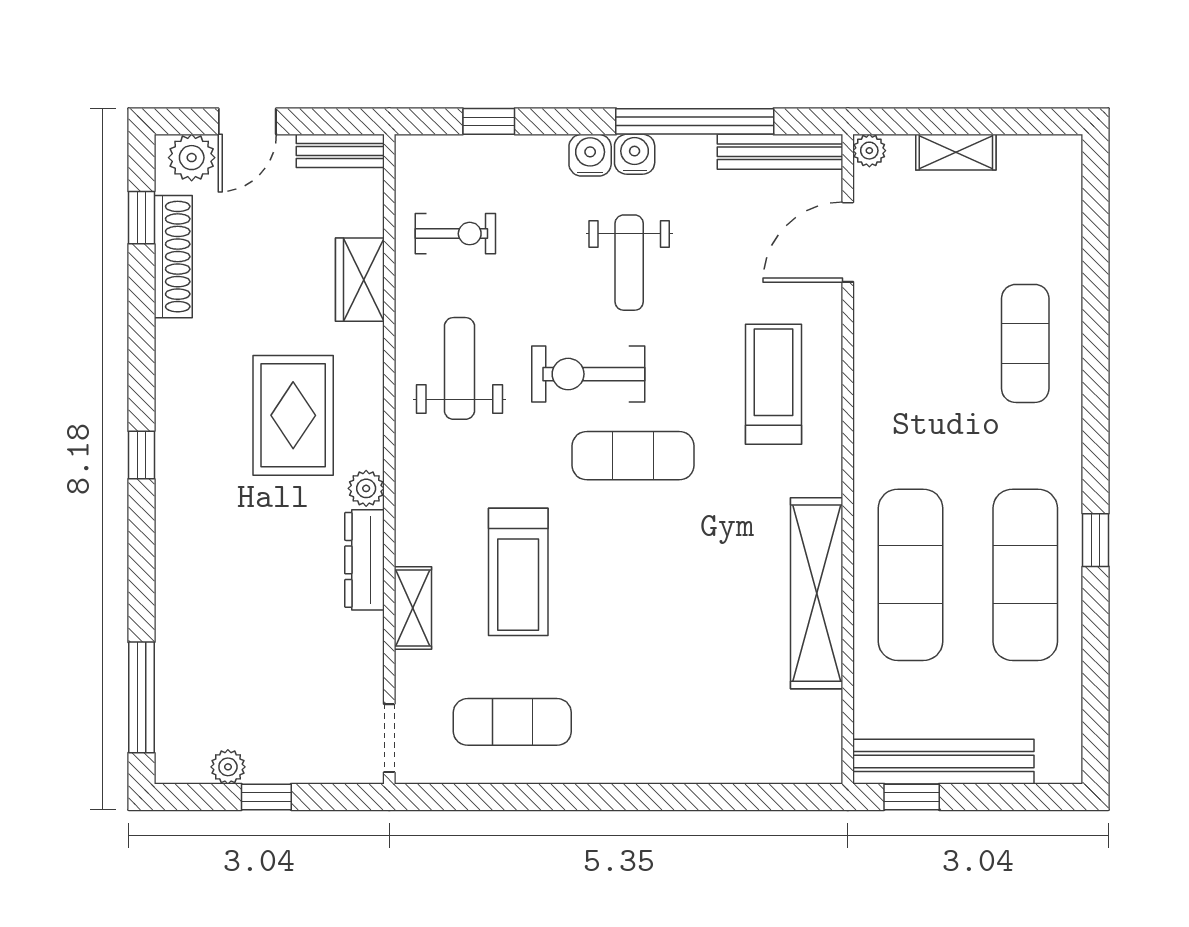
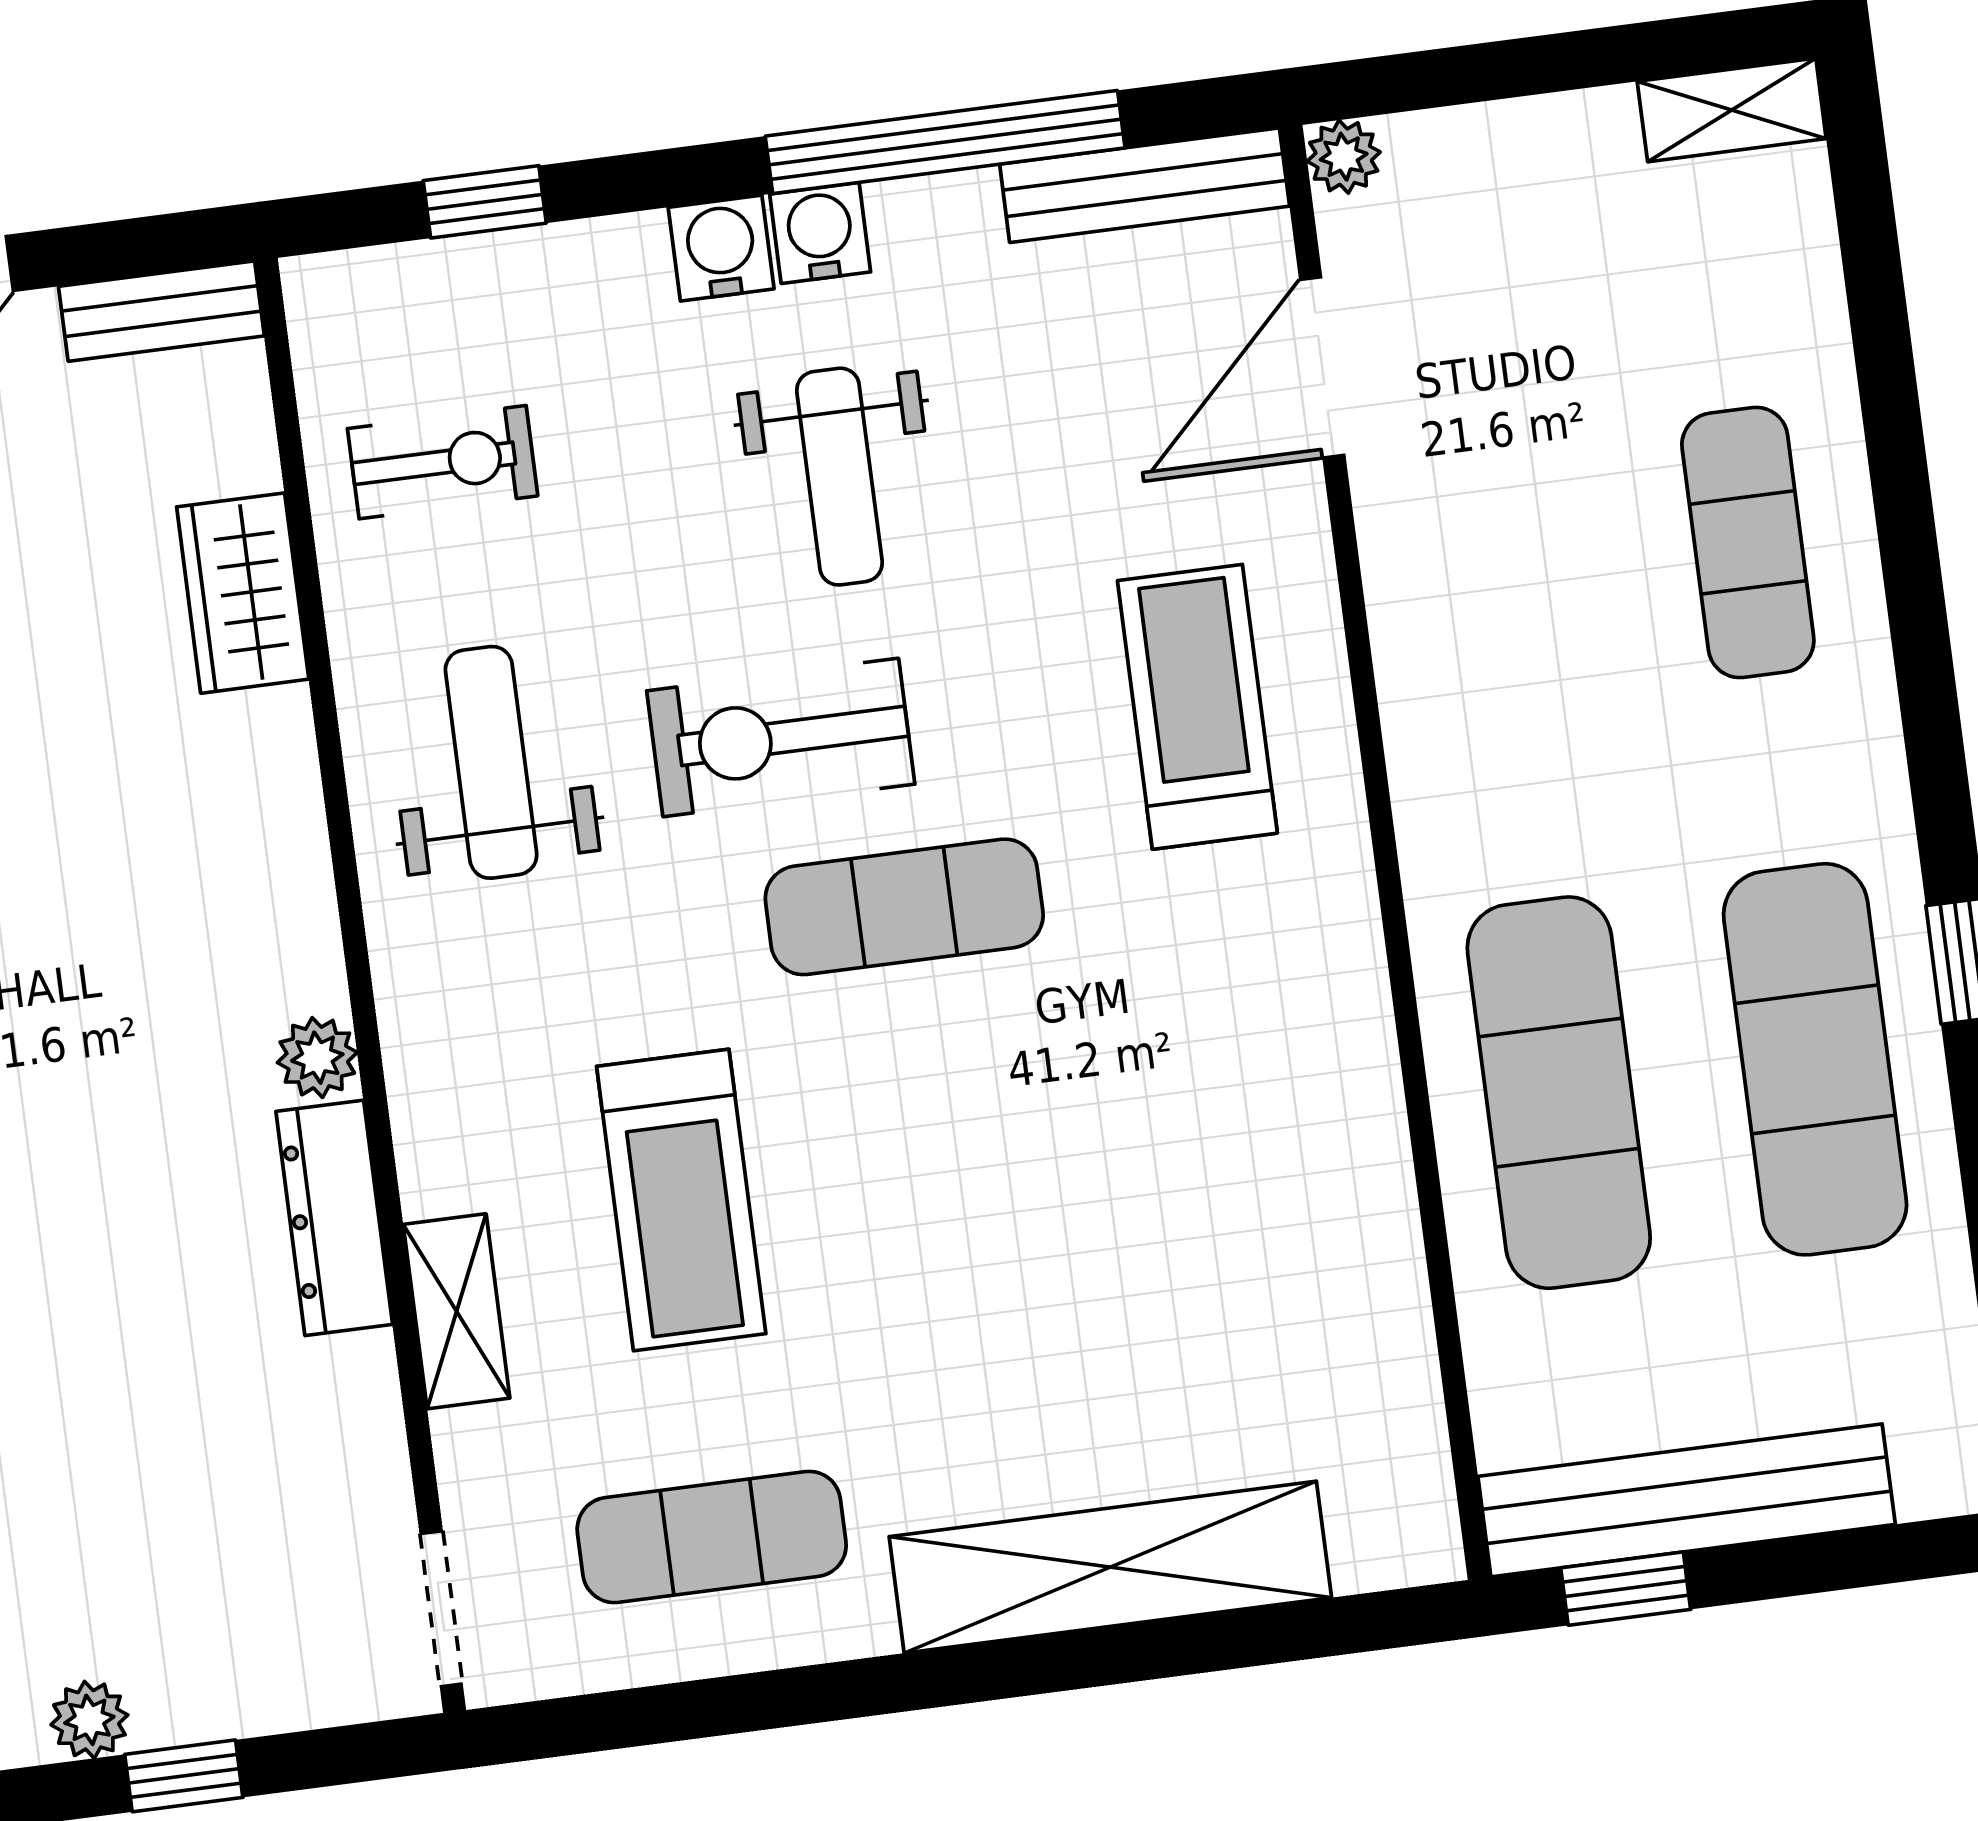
shelving: (956, 152) -> (1732, 110), moved
rug: (293, 415) -> (133, 915), removed
shelving: (817, 593) -> (1110, 1567), moved, turned 90

